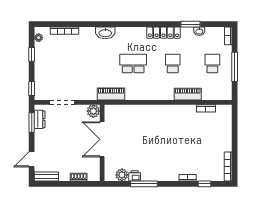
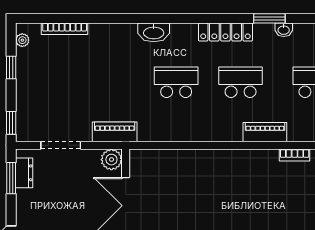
washbasin: (105, 33) -> (154, 32), moved
school desk: (173, 64) -> (241, 82), width x1.85
piano: (111, 94) -> (115, 132), moved

